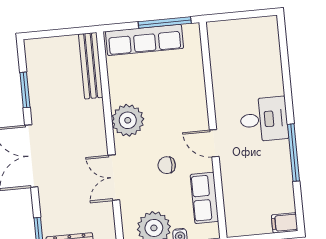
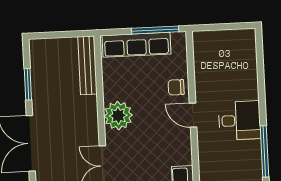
door: (214, 143) -> (193, 115), moved
chair: (167, 165) -> (176, 87), moved

